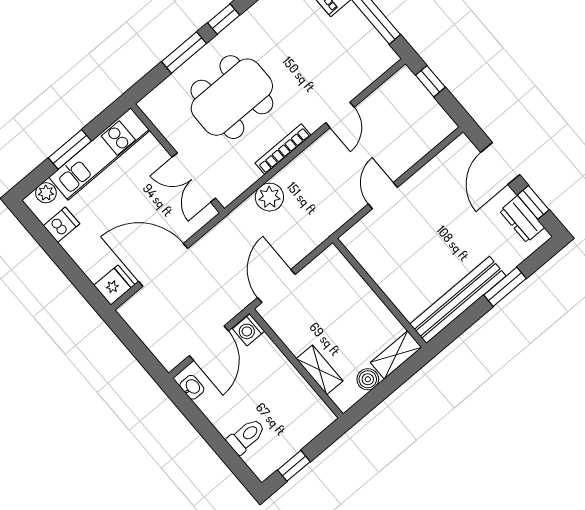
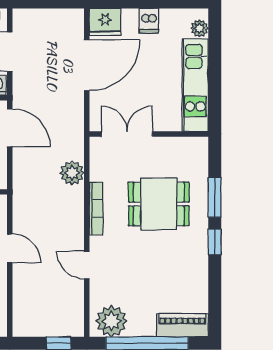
plant: (371, 51) -> (111, 321), added
dining table: (232, 97) -> (159, 204), width x0.73
window: (70, 149) -> (215, 68), removed
dishwasher: (61, 225) -> (149, 21), moved
fridge: (114, 285) -> (105, 22), width x1.38

